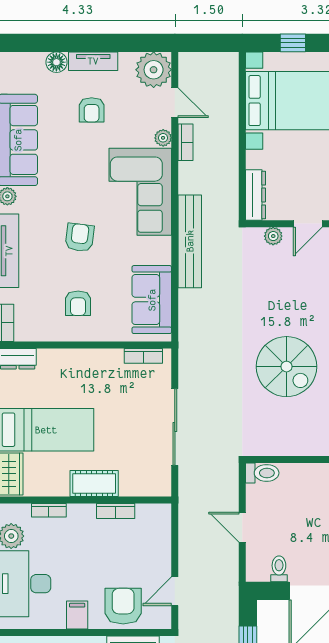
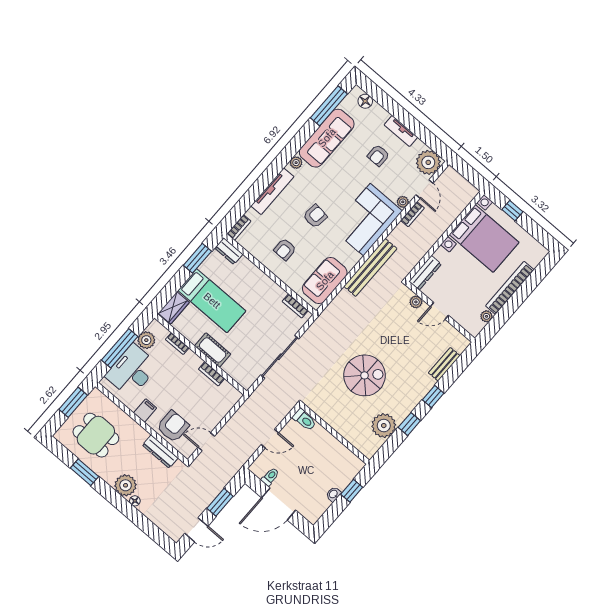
floor lamp: (56, 62) -> (365, 101), moved
spiral stairs: (287, 367) -> (364, 375), turned -90
door: (242, 527) -> (270, 439), swing flipped

